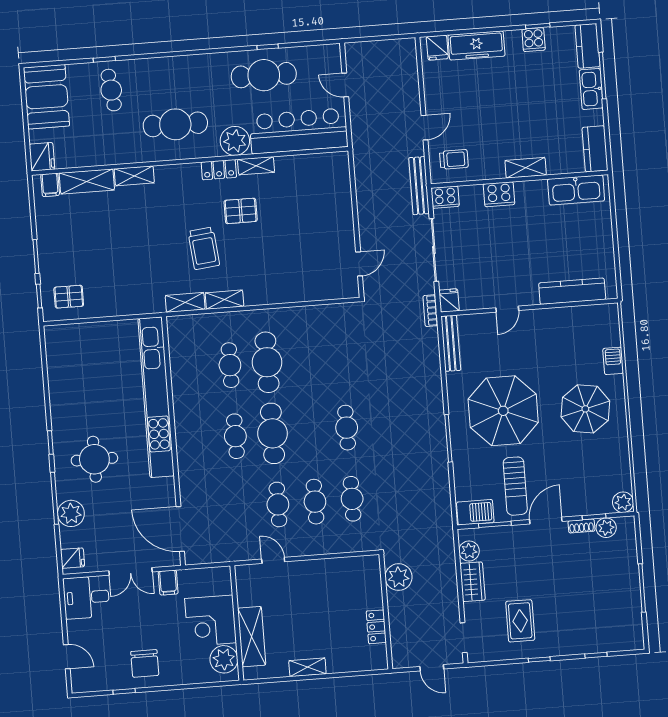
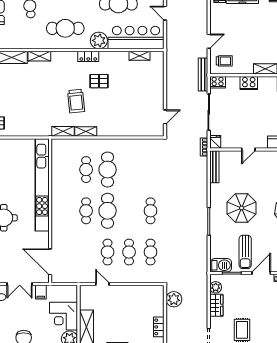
shelving: (256, 166) -> (140, 56), moved
parasol: (503, 411) -> (242, 208), width x0.73, depth x0.73

